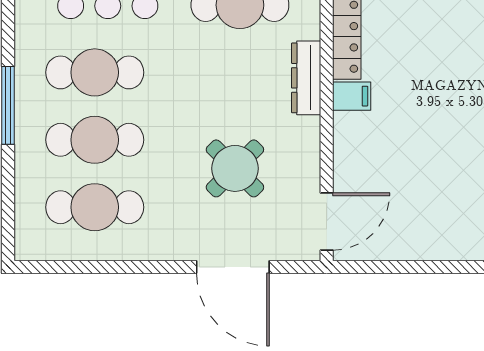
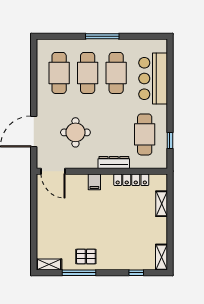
filing cabinet: (352, 96) -> (94, 182), moved
round table: (235, 168) -> (75, 132), turned 45

